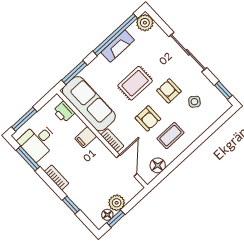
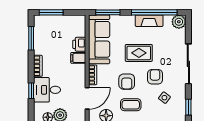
printer: (64, 112) -> (79, 44), moved
desk: (38, 141) -> (47, 90), moved

